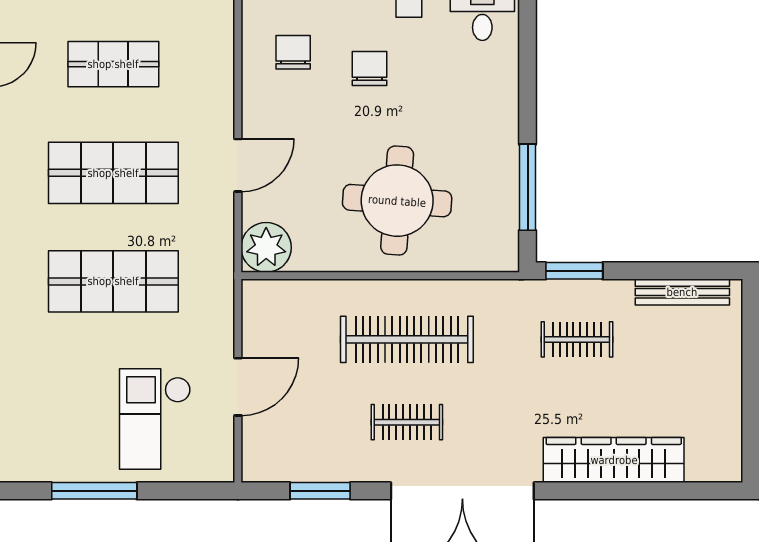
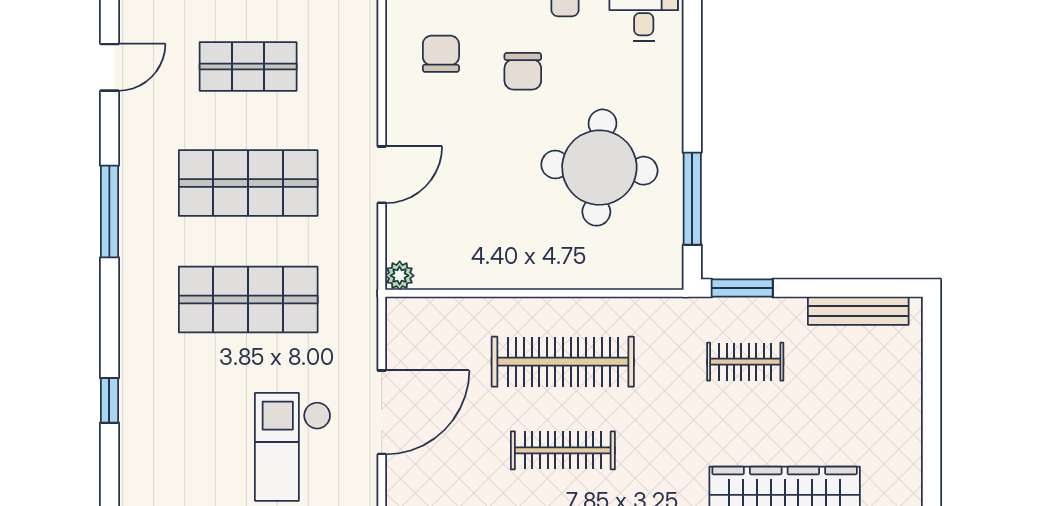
chair: (370, 69) -> (523, 71), turned 180
round table: (397, 201) -> (599, 168), moved
plant: (266, 247) -> (400, 276), width x0.53, depth x0.53
door: (238, 387) -> (382, 412), width x1.36
clothes rail: (407, 422) -> (563, 450), width x1.36

